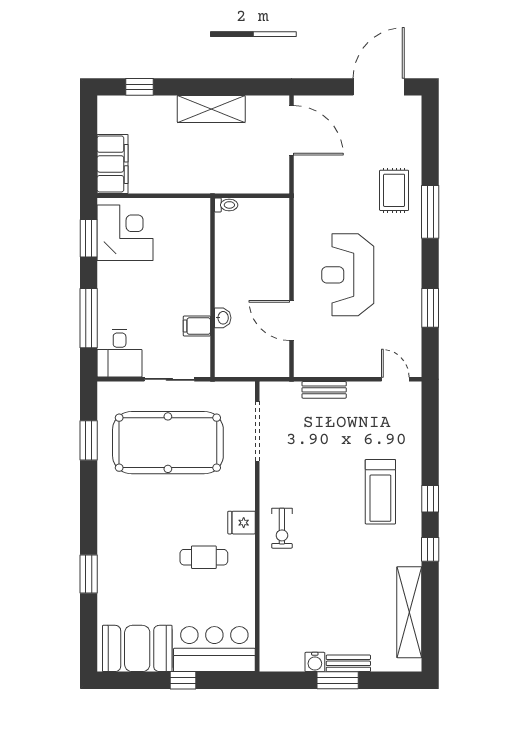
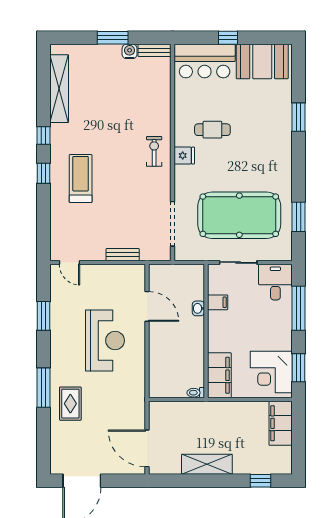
filing cabinet: (195, 228) -> (219, 375), added
bench: (348, 663) -> (155, 50), moved

